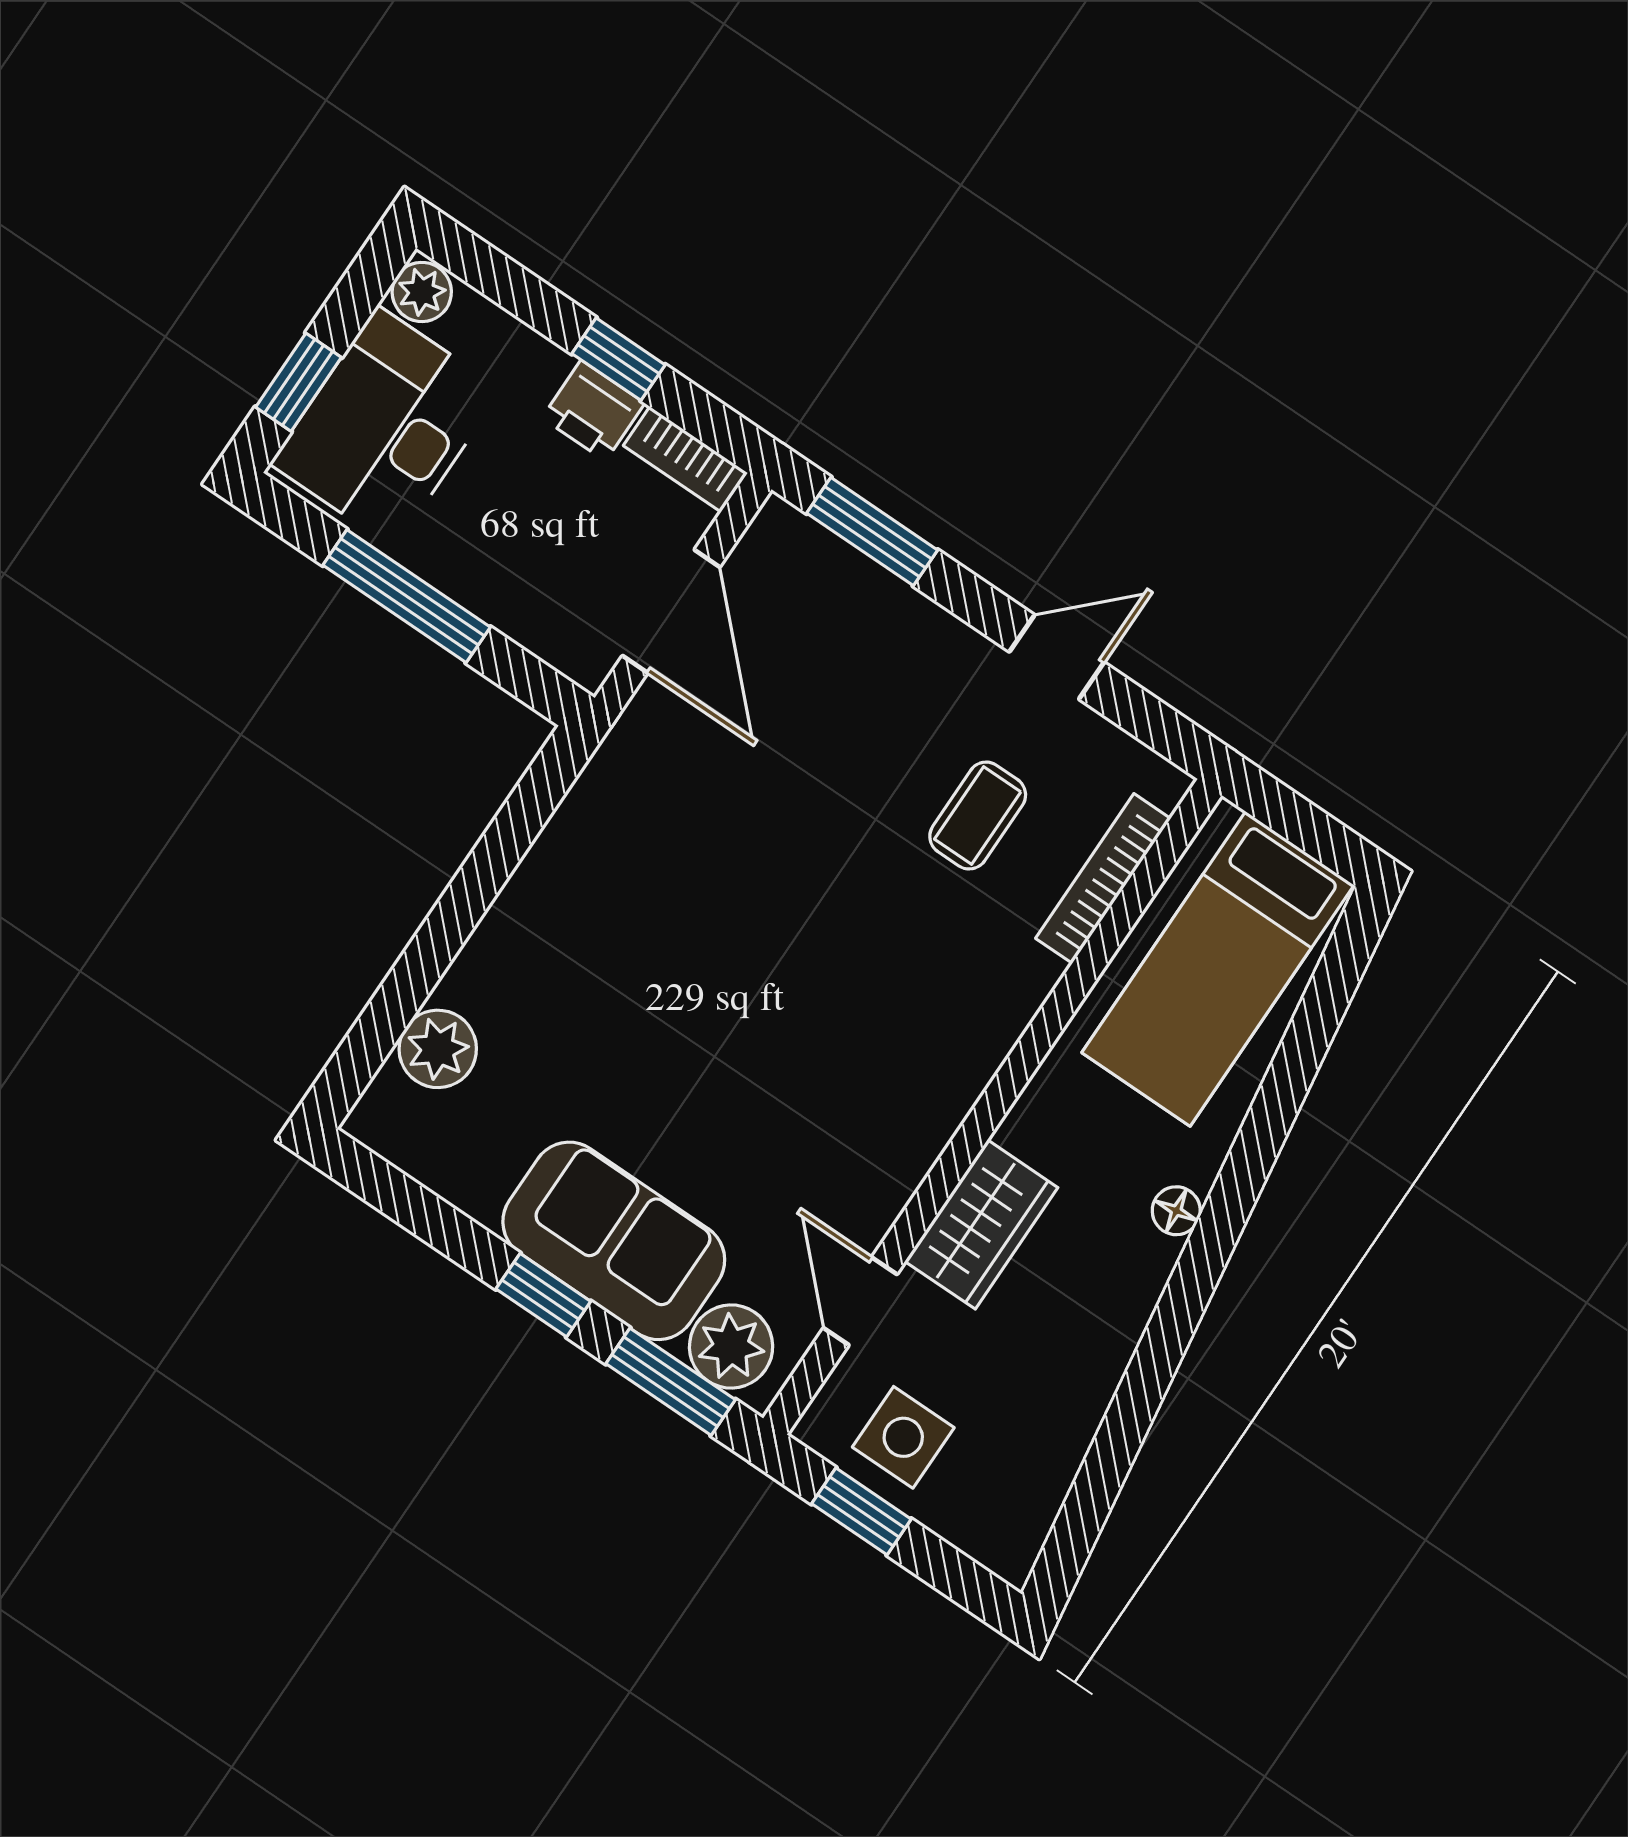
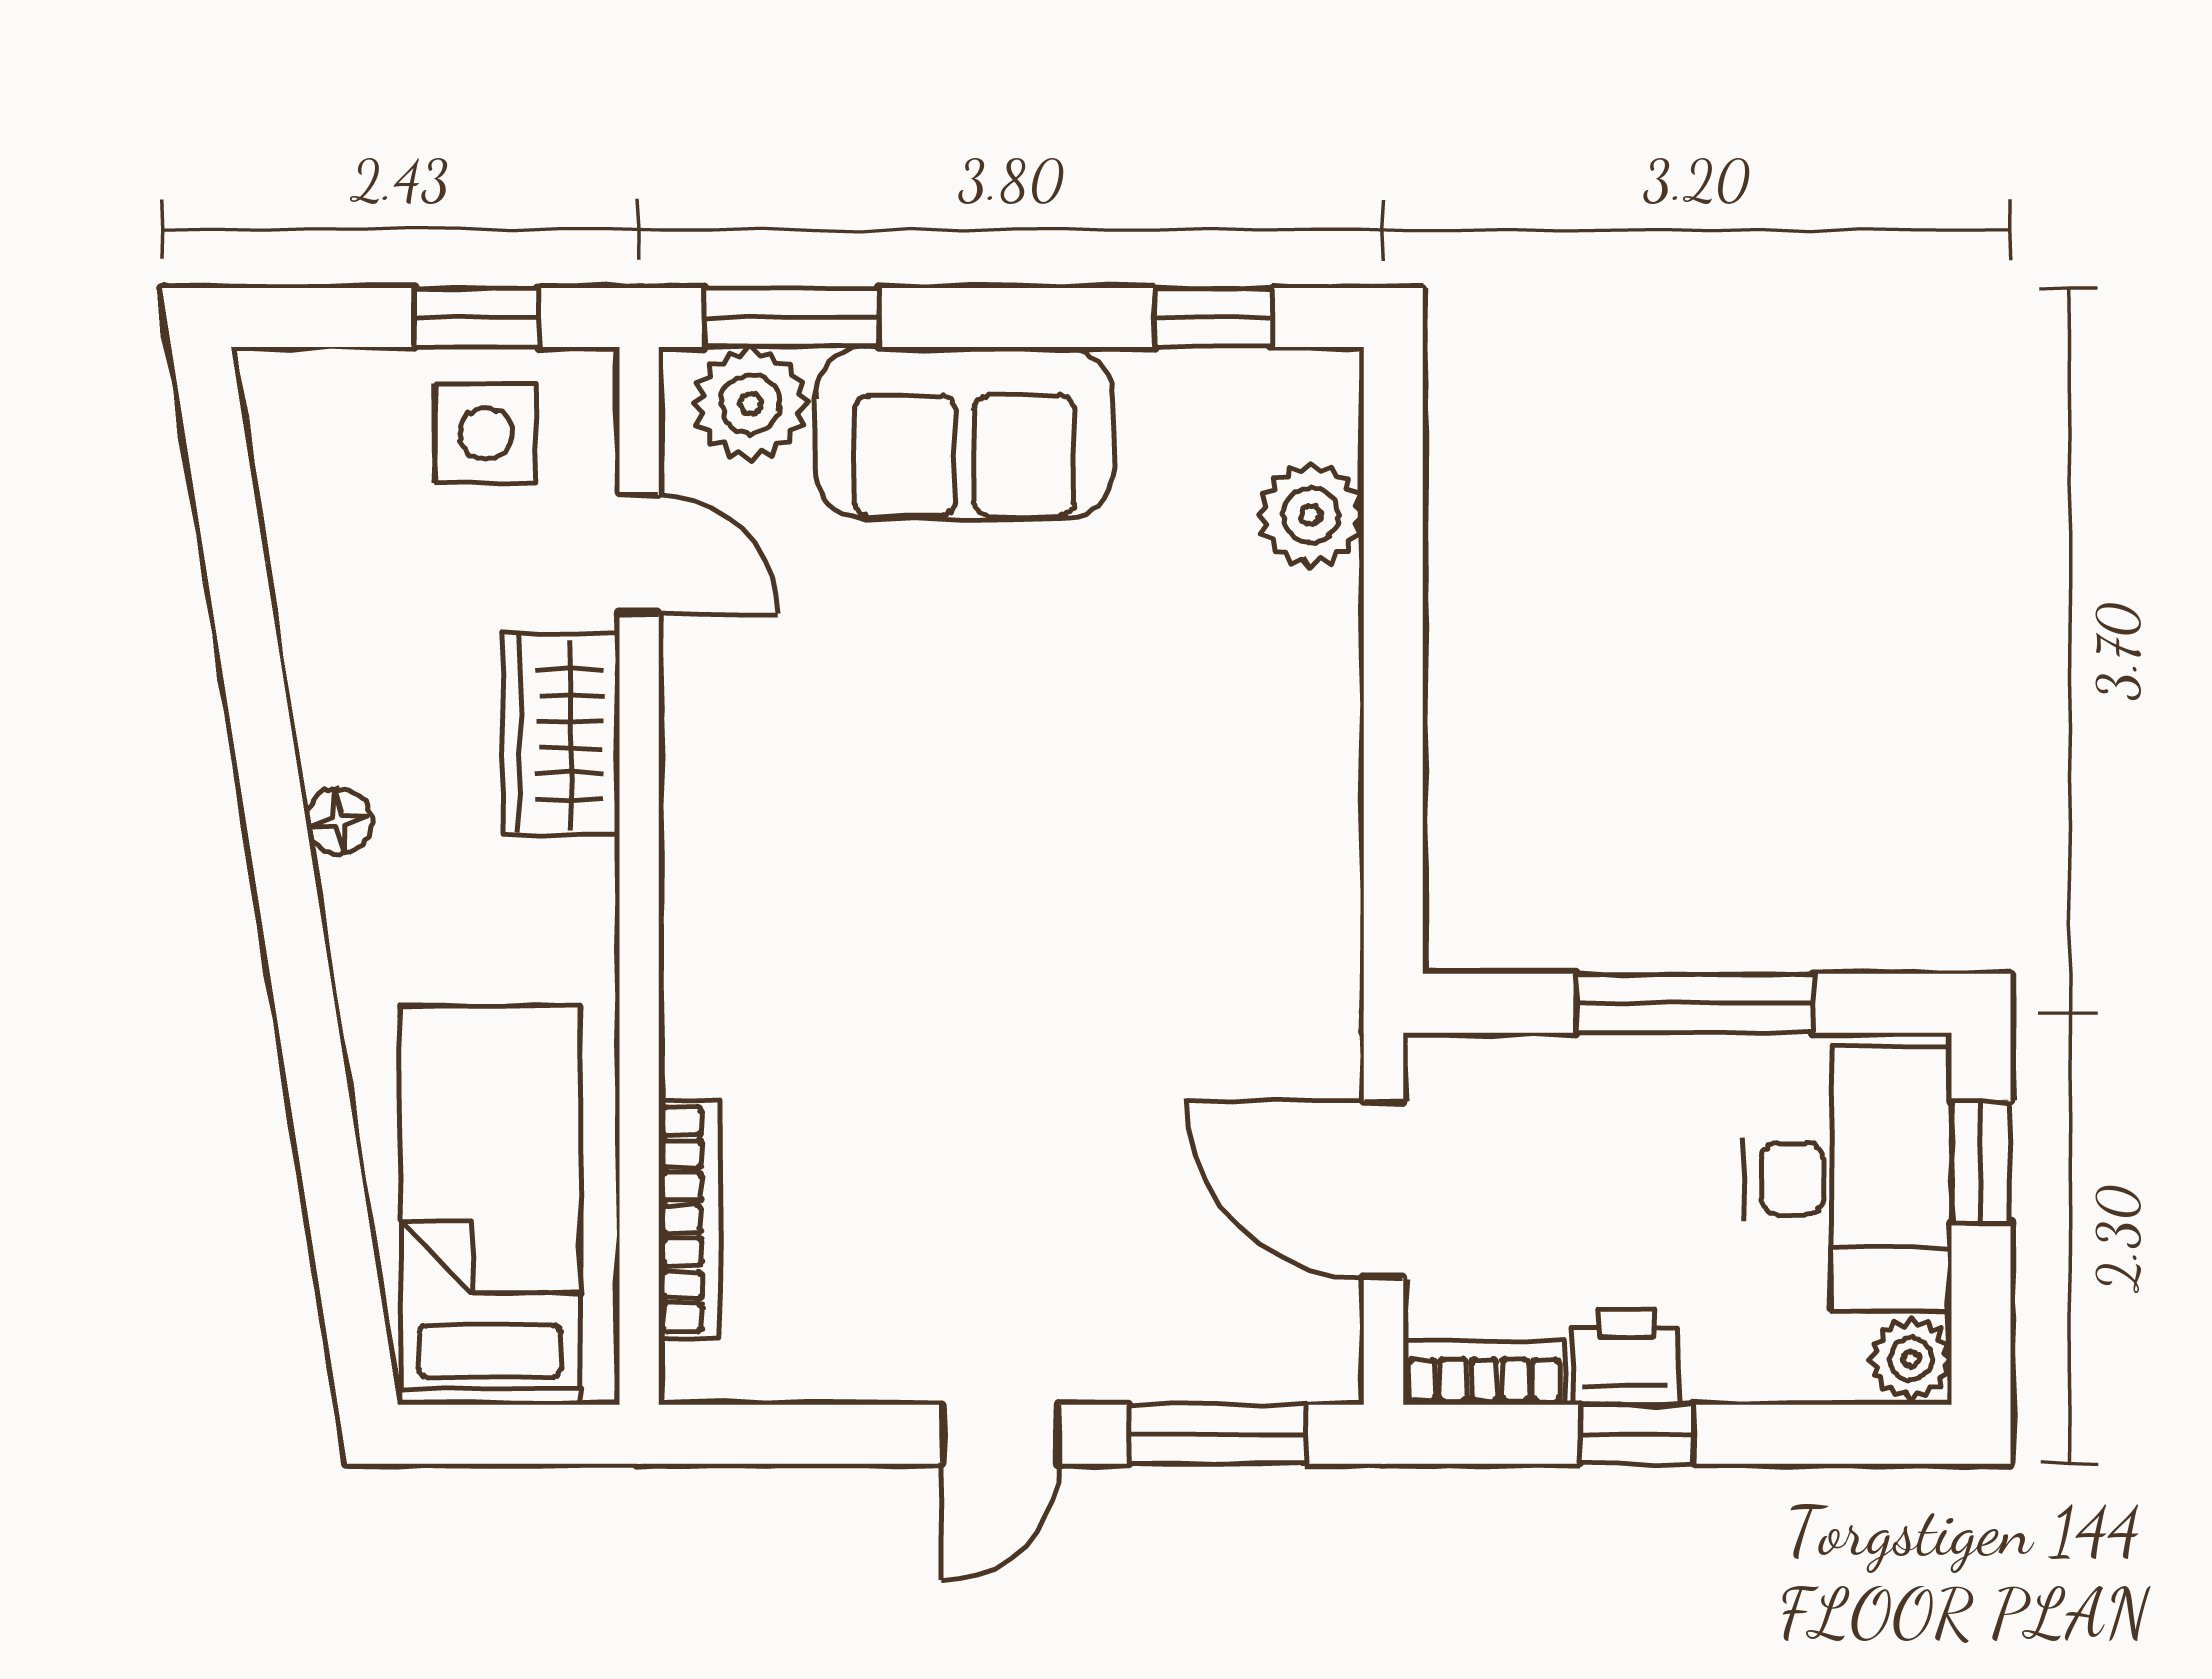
door: (1057, 657) -> (1000, 1434), moved
coffee table: (978, 816) -> (880, 1194), removed
floor lamp: (1176, 1211) -> (339, 822), moved
window: (543, 1295) -> (1213, 318), moved

